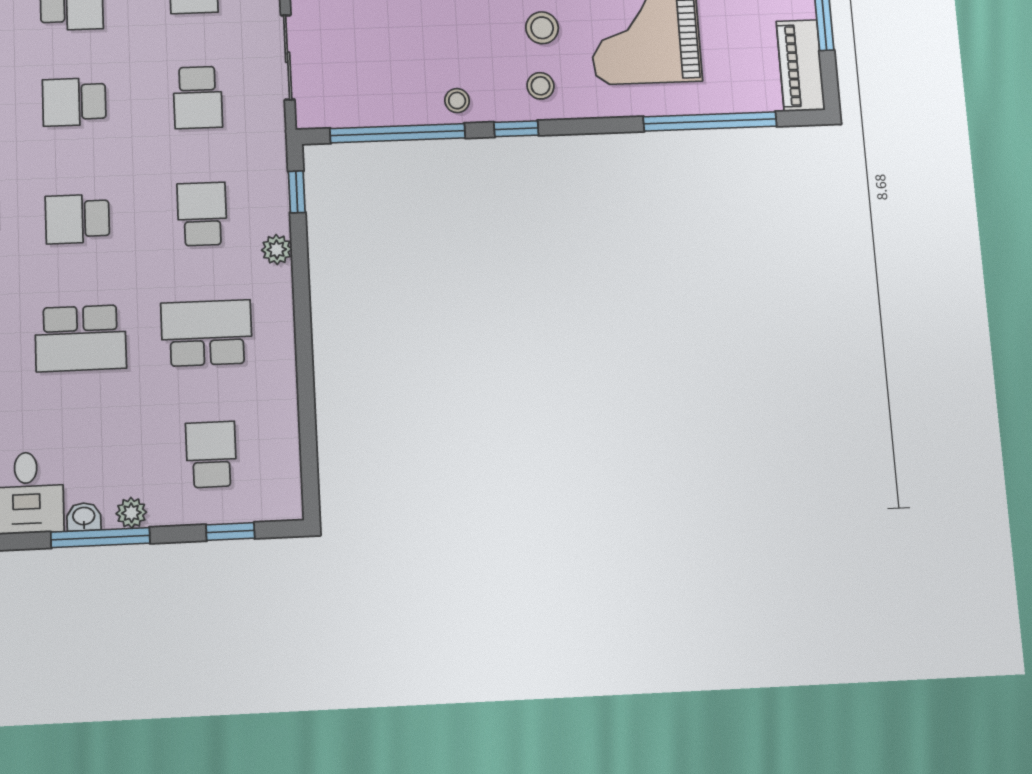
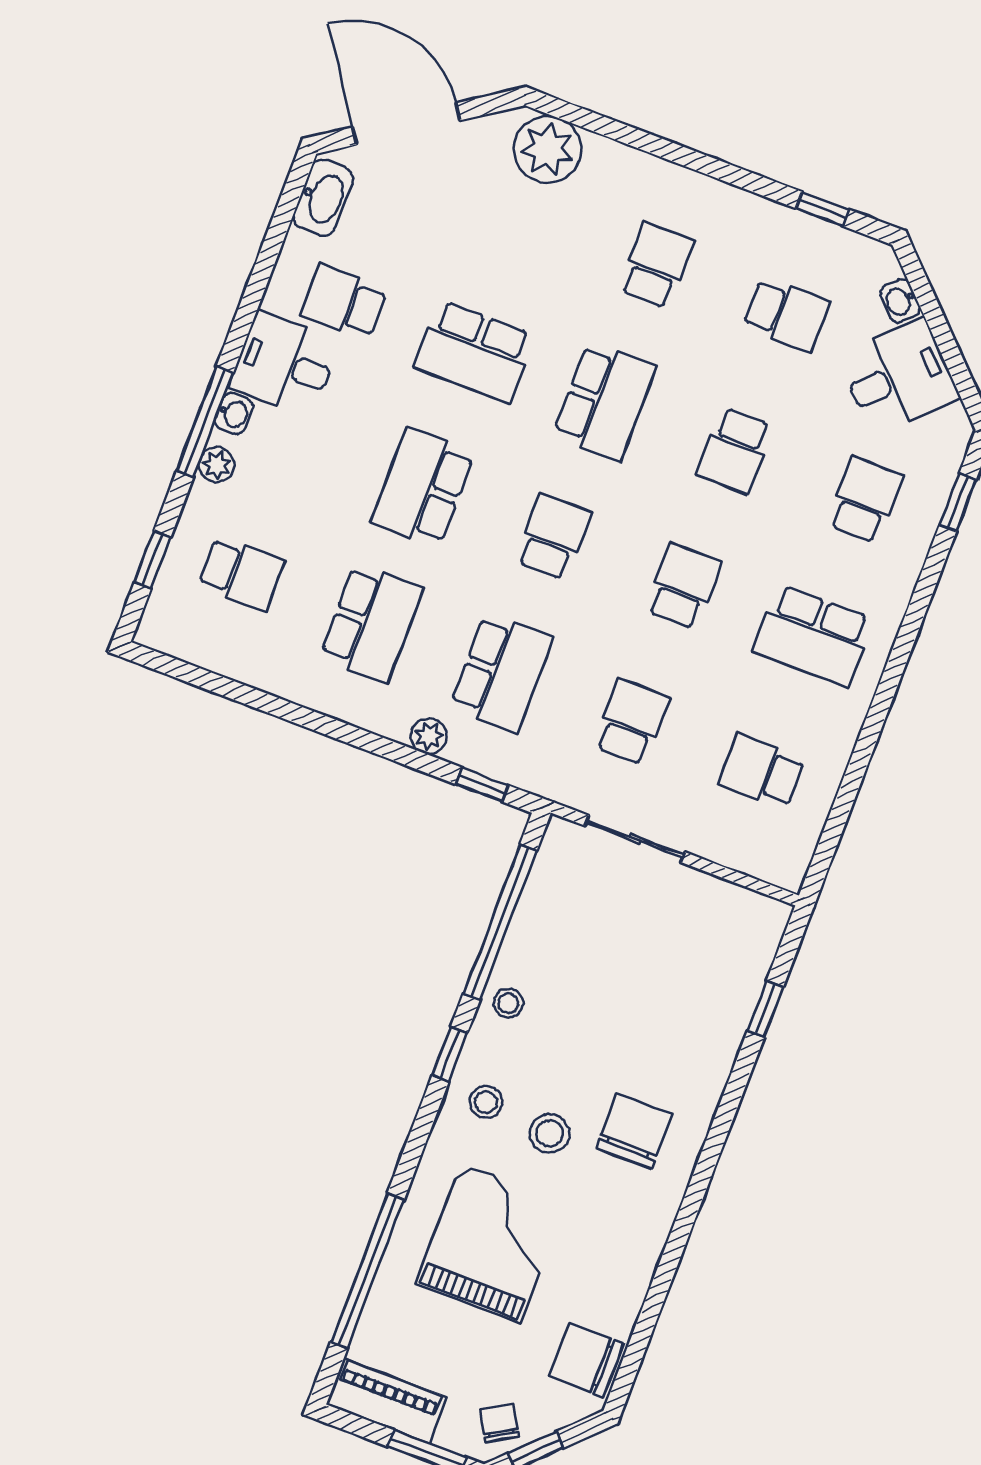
school desk: (198, 97) -> (632, 722), turned 90
school desk: (202, 214) -> (501, 672), width x1.85

